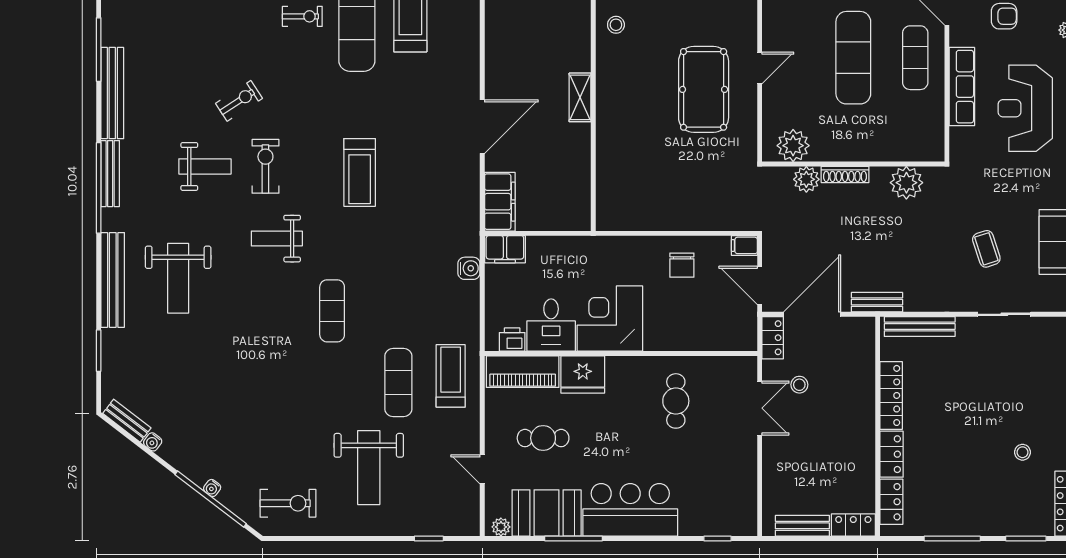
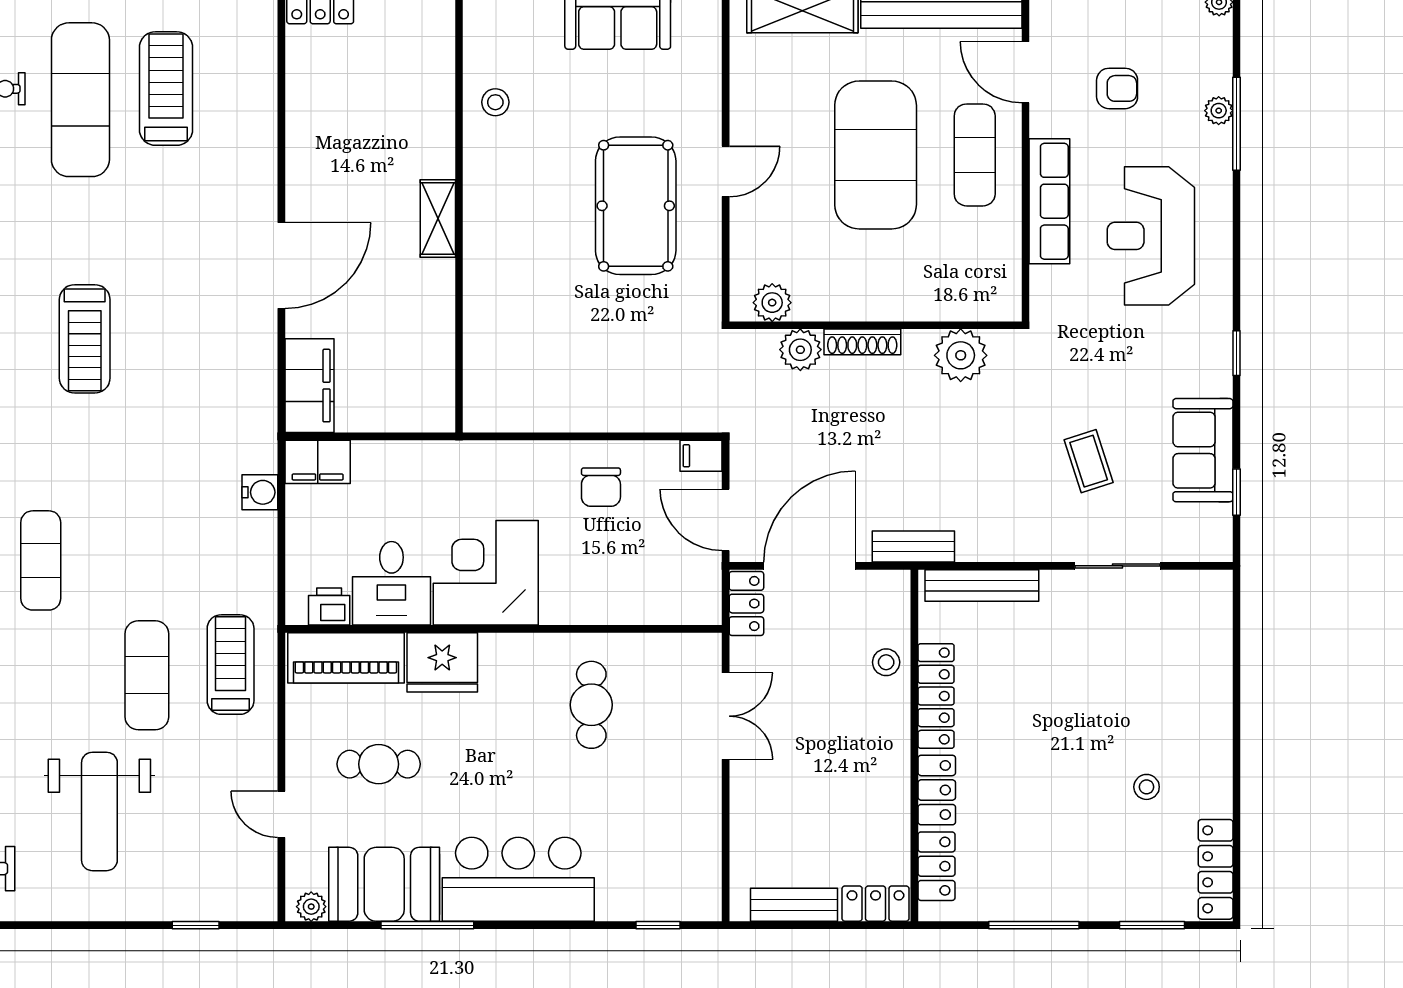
exercise mat: (853, 58) -> (876, 155), width x1.47
plant: (793, 146) -> (772, 303), width x0.73, depth x0.73
stool: (799, 385) -> (886, 662), moved

